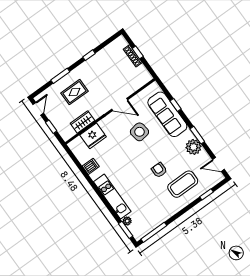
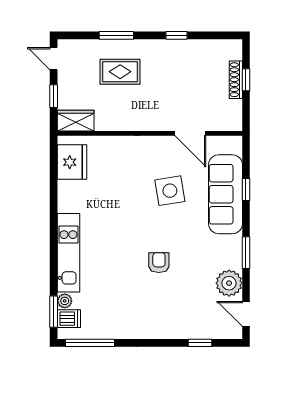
door: (120, 104) -> (190, 133), moved
door: (38, 109) -> (54, 59), swing flipped
wardrobe: (82, 122) -> (76, 121), moved
fridge: (93, 136) -> (72, 162), moved, turned -90
plant: (193, 147) -> (229, 283), moved
dishwasher: (91, 166) -> (69, 319), moved
coffee table: (183, 184) -> (177, 305), removed

